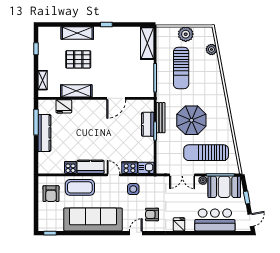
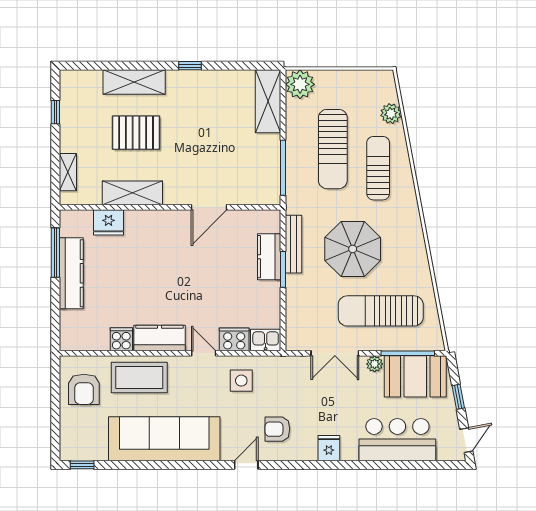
plant: (186, 34) -> (300, 84), moved
sun lounger: (205, 78) -> (378, 168), added

